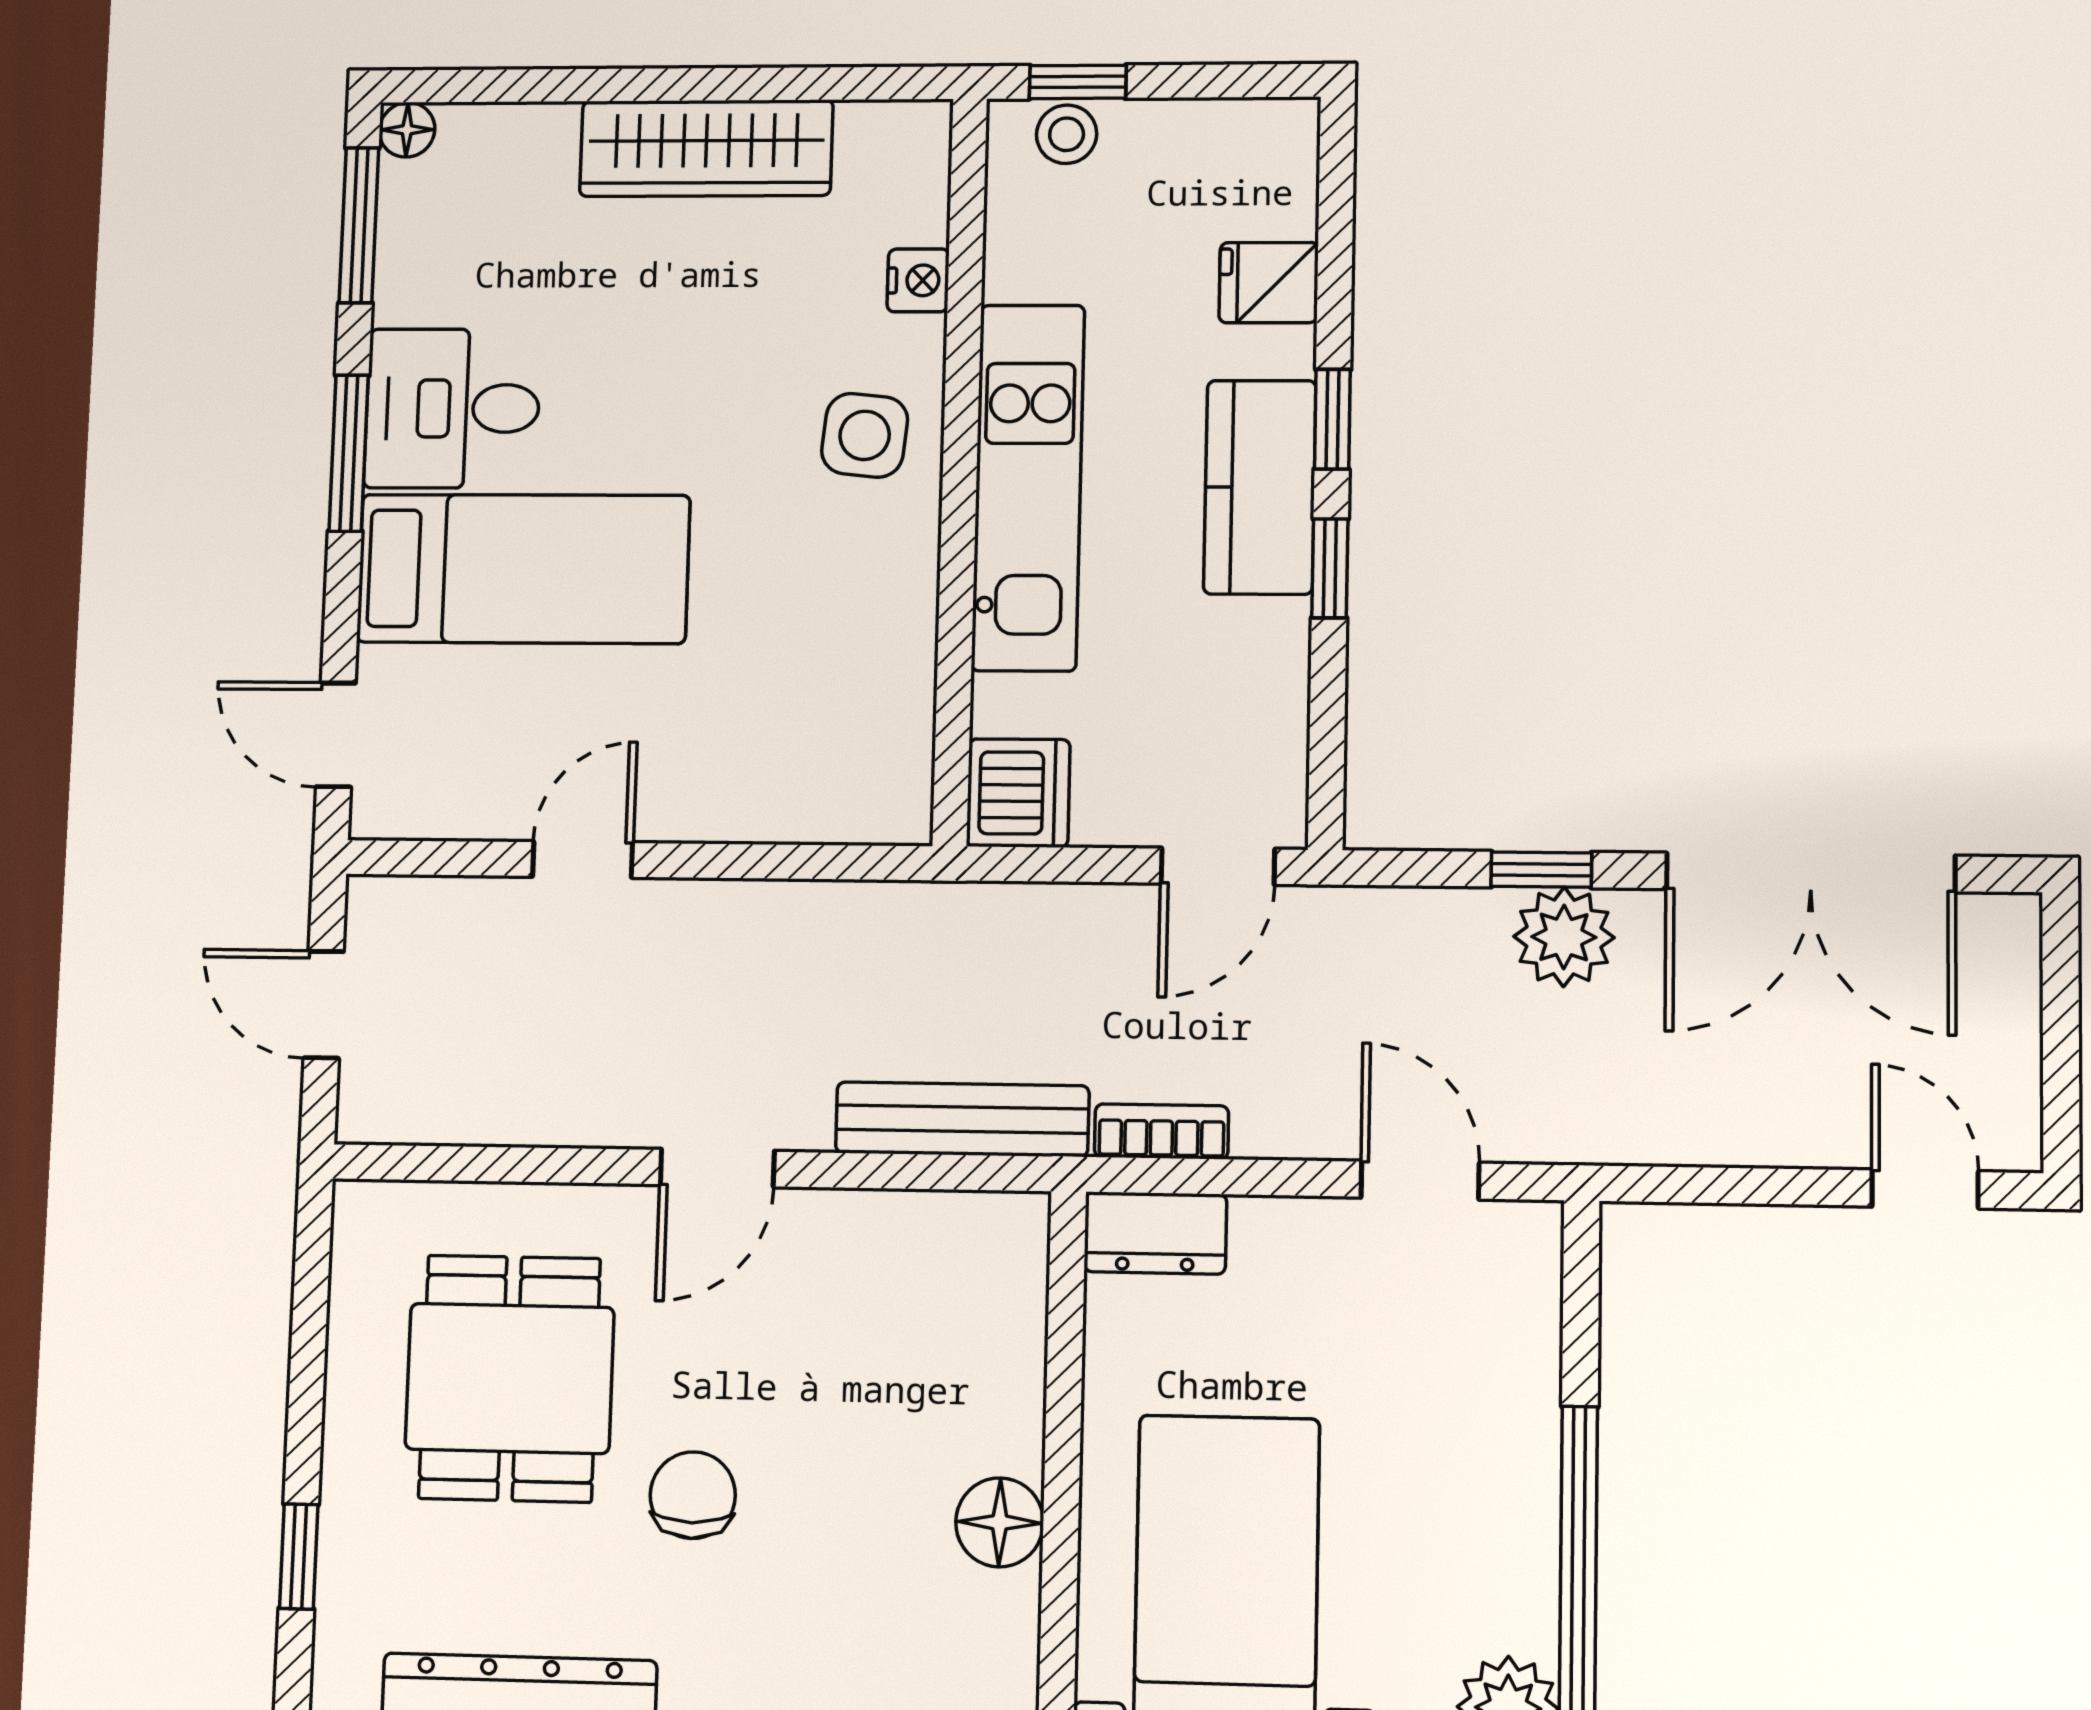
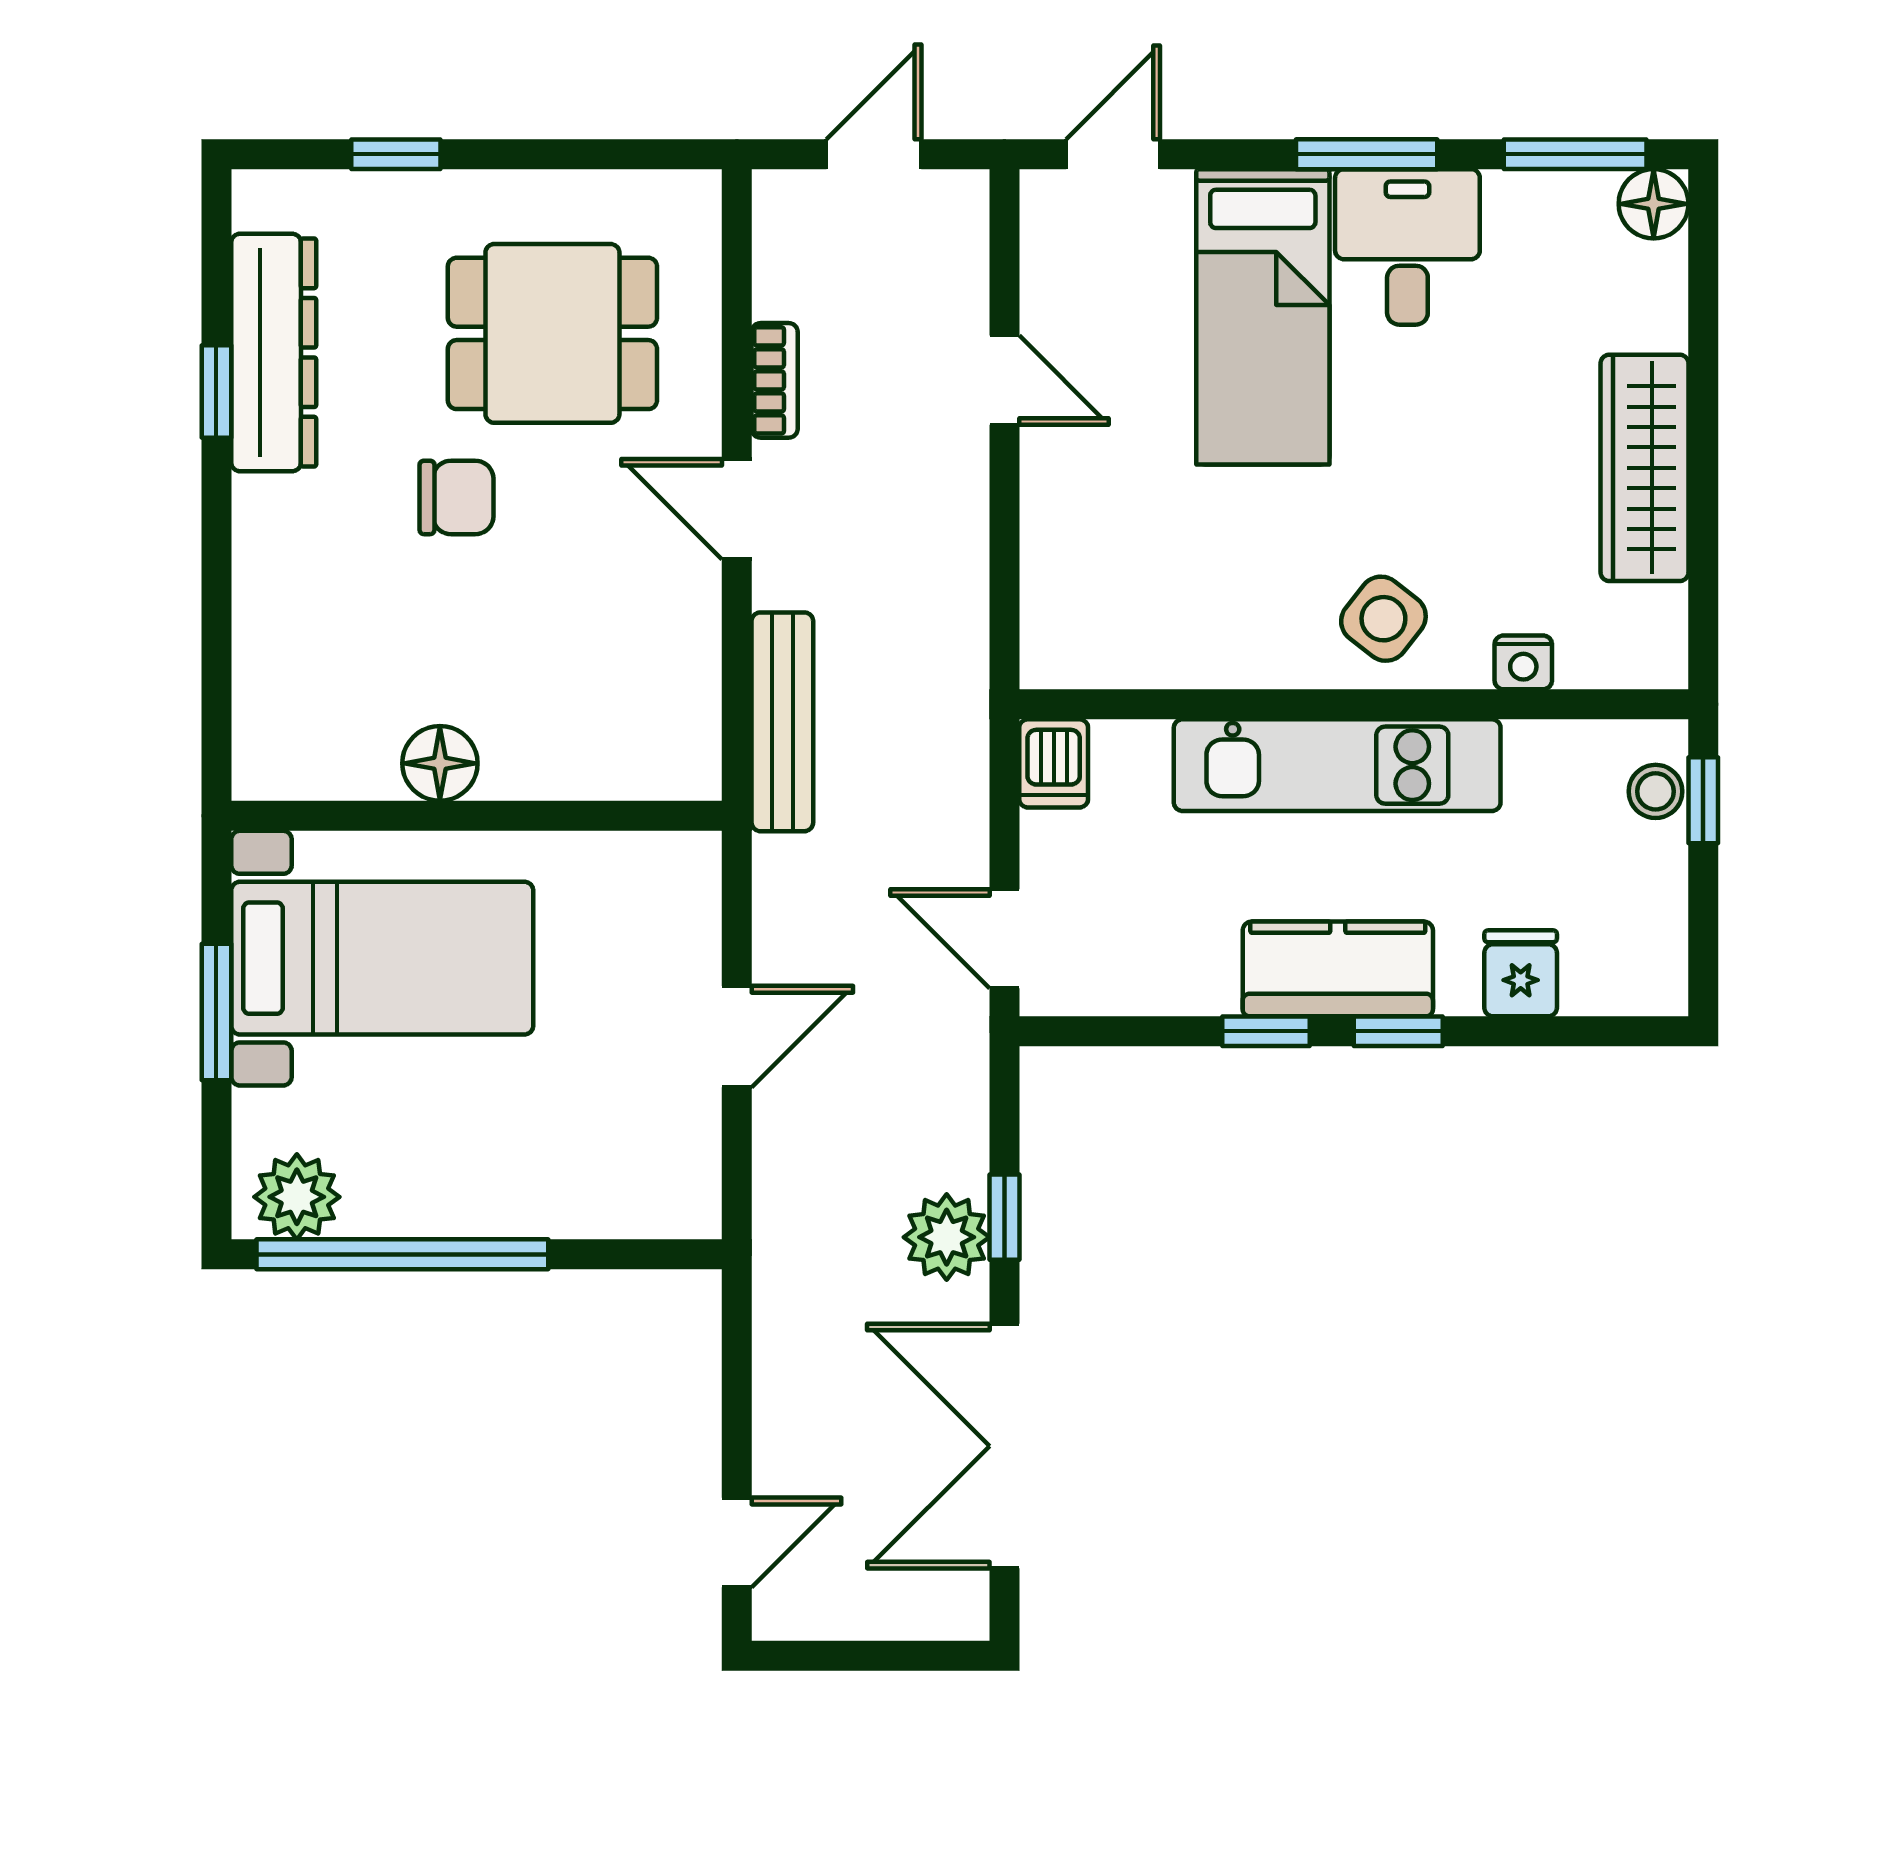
floor lamp: (407, 130) -> (1654, 204), width x1.37, depth x1.37
side table: (865, 435) -> (1383, 619), turned 32
dishwasher: (1018, 793) -> (1054, 763), width x0.73
bookcase: (1161, 1132) -> (775, 380), moved
door: (1420, 1180) -> (737, 1037), moved
dresser: (1155, 1233) -> (688, 891), removed

